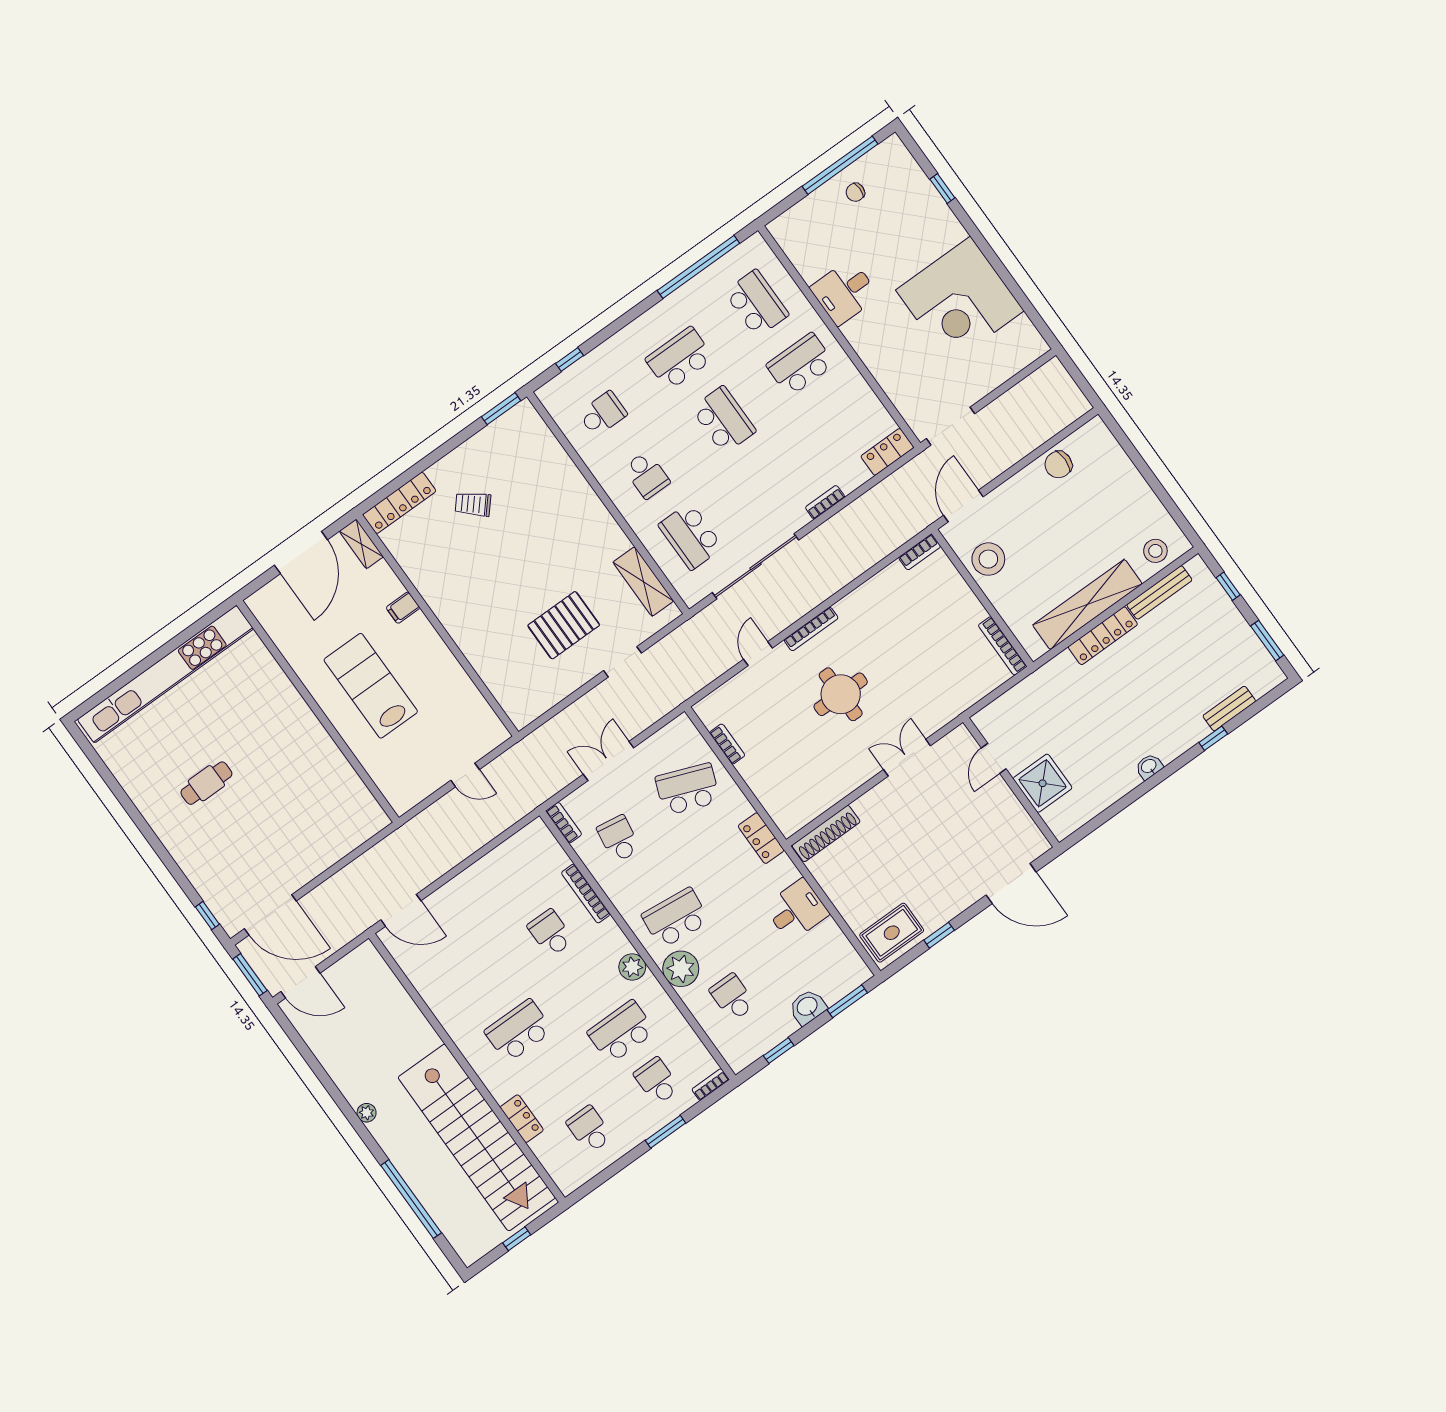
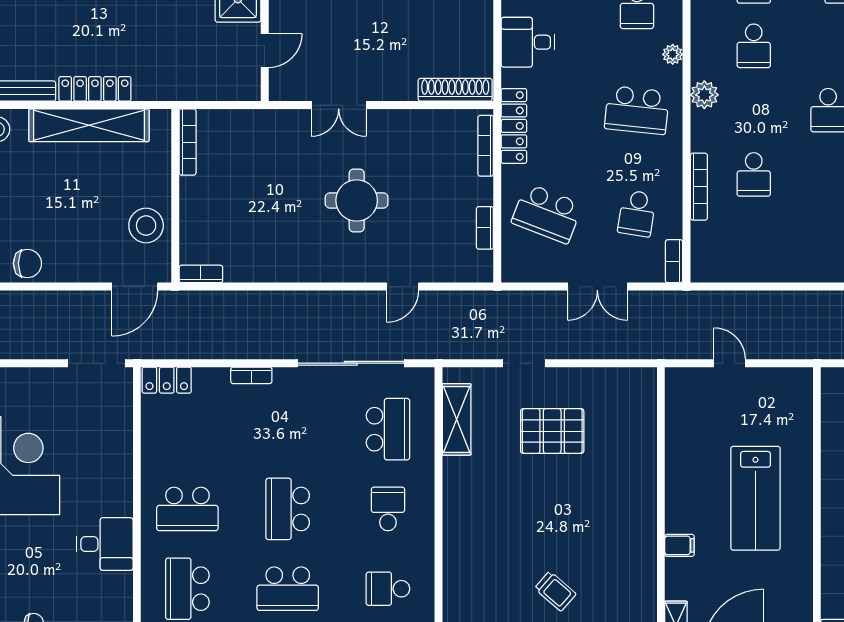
bookcase: (811, 629) -> (486, 146), moved, turned -90
locker: (761, 838) -> (514, 126), width x1.53
plant: (681, 969) -> (673, 54), width x0.53, depth x0.53
school desk: (621, 1032) -> (754, 46), width x0.54

